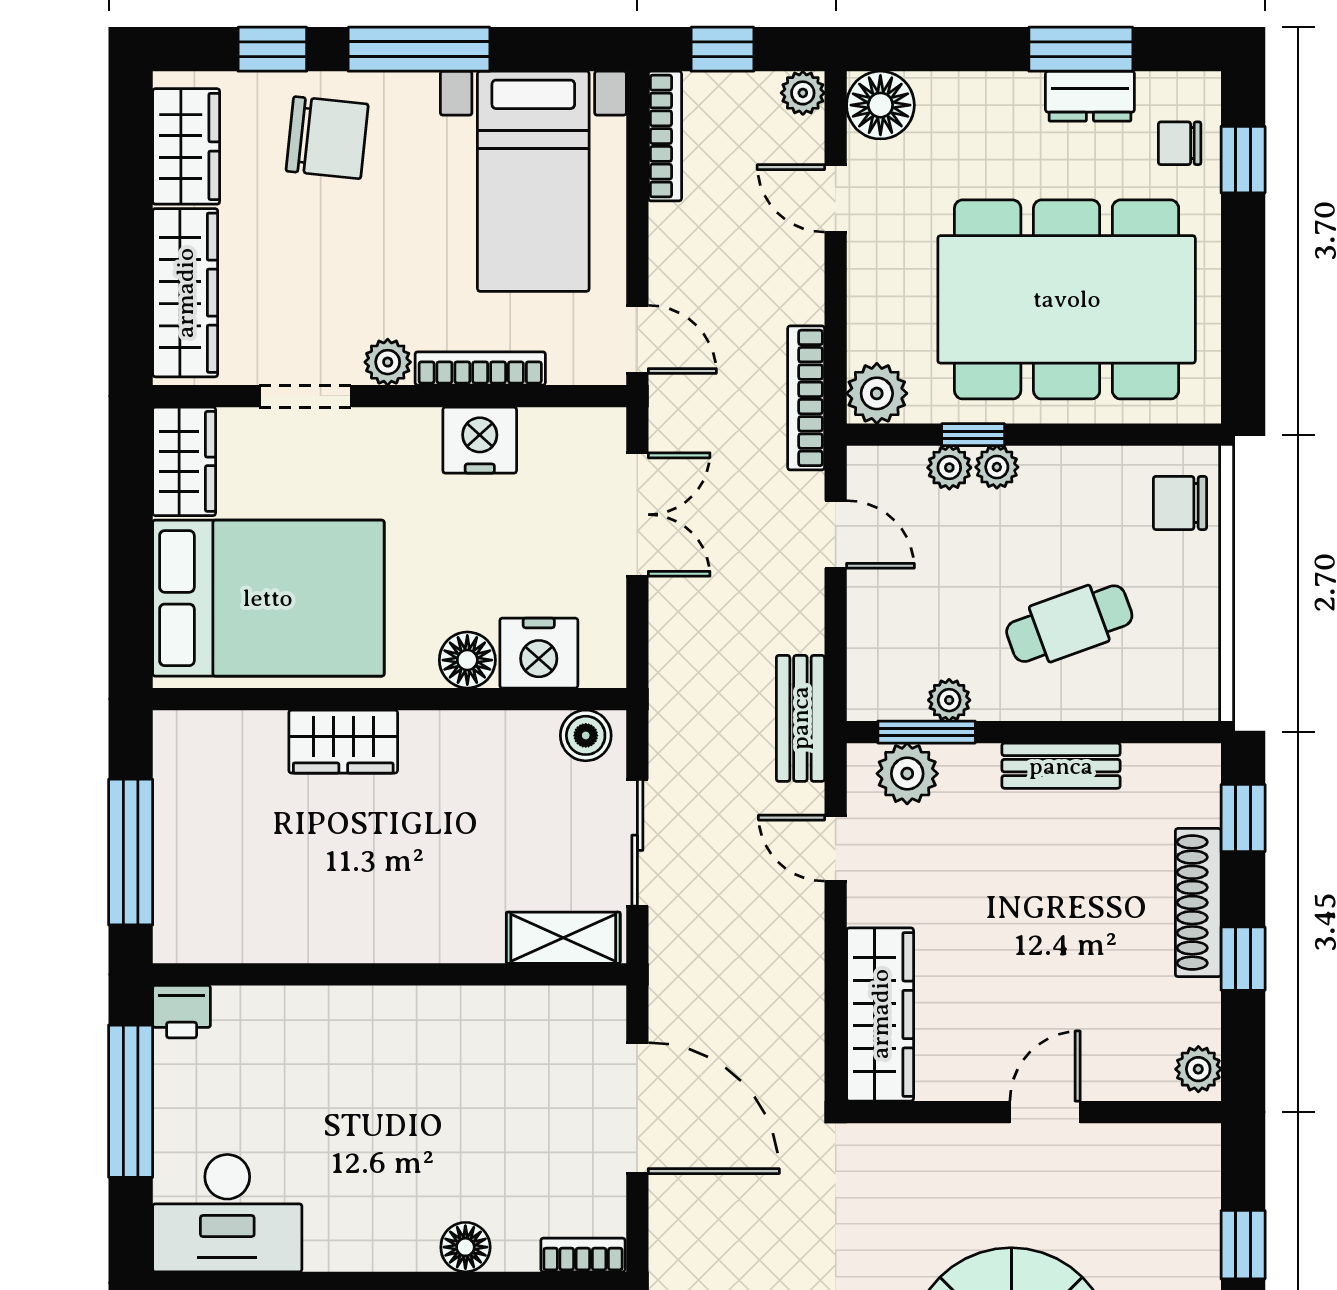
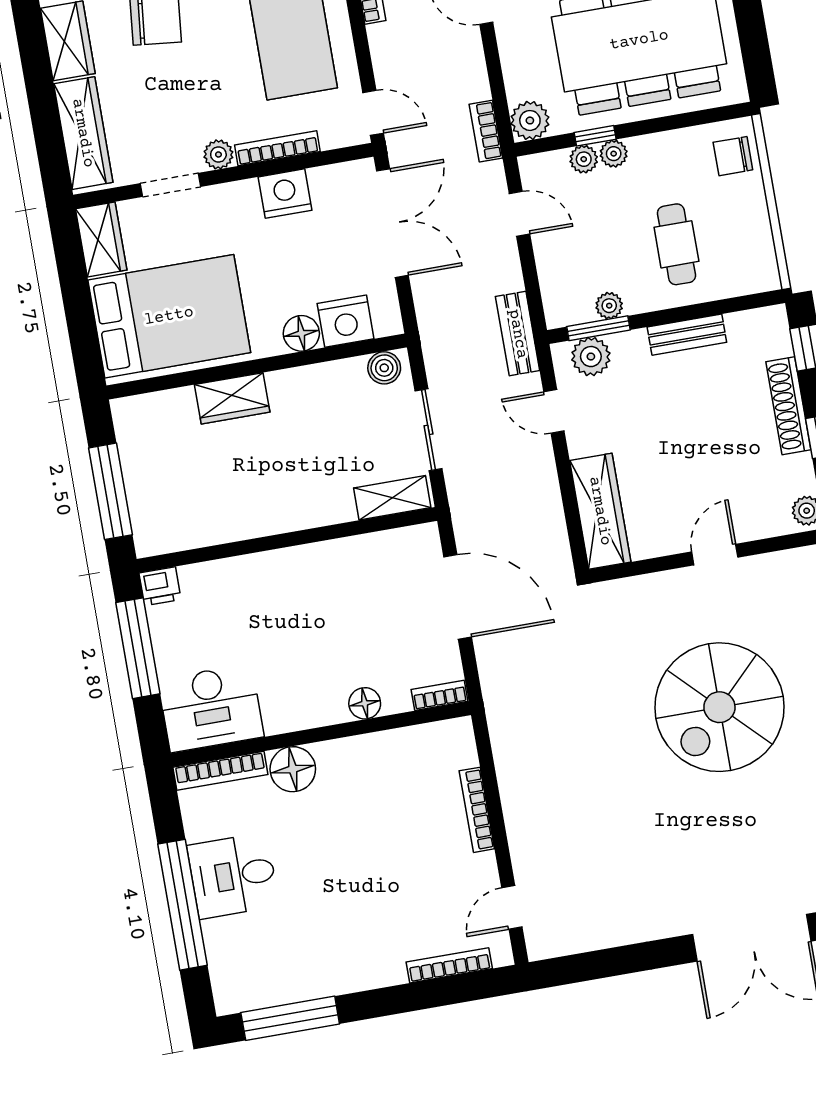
bookcase: (806, 398) -> (486, 131), width x0.64
double door: (637, 515) -> (392, 223), width x1.37
cafe table: (1069, 624) -> (676, 244), turned -70

